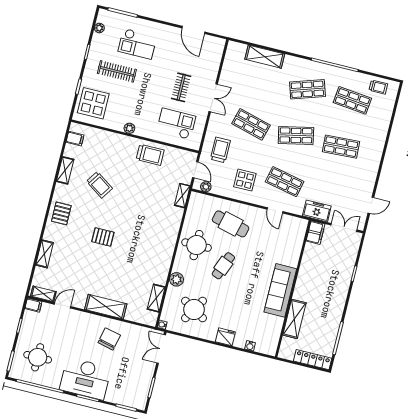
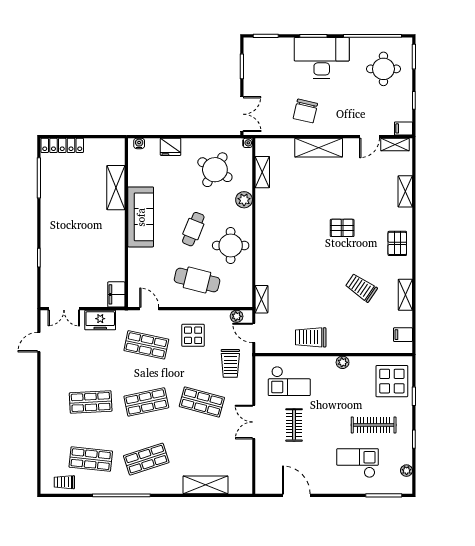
filing cabinet: (315, 233) -> (116, 294), moved
wall: (293, 289) -> (126, 223), moved
sofa: (280, 290) -> (141, 217), moved
shelving: (294, 319) -> (116, 188), moved

